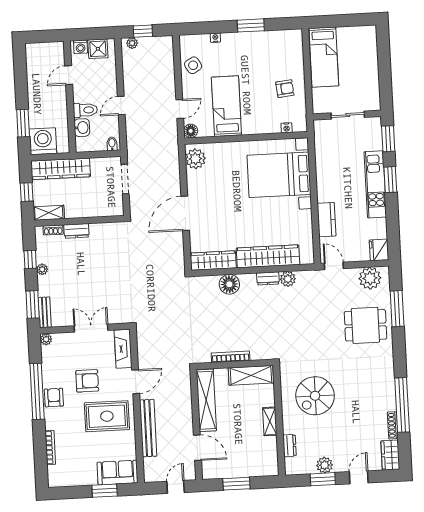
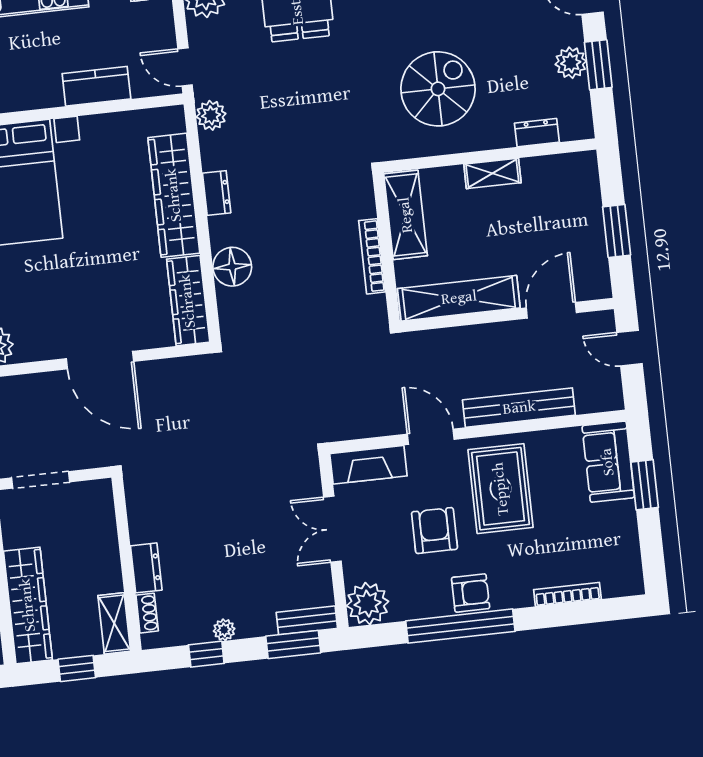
door: (334, 266) -> (185, 67), hinge flipped
plant: (288, 279) -> (211, 115), moved
plant: (46, 339) -> (368, 604), width x1.88, depth x1.88
spiral stairs: (315, 396) -> (438, 89), turned -90
armchair: (54, 398) -> (471, 593), turned 180

